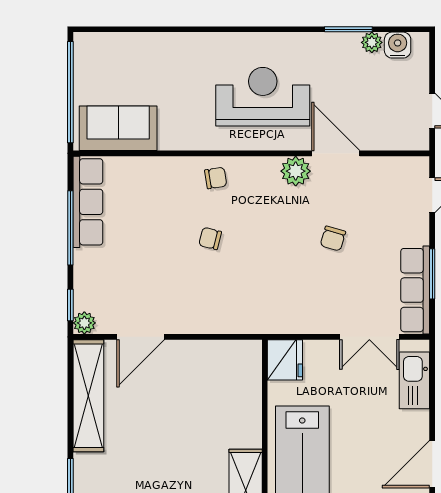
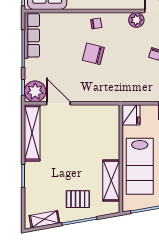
chair: (210, 238) -> (93, 54), width x1.87, depth x1.87
plant: (84, 323) -> (35, 91), width x1.88, depth x1.88
door: (141, 337) -> (58, 103), swing flipped

